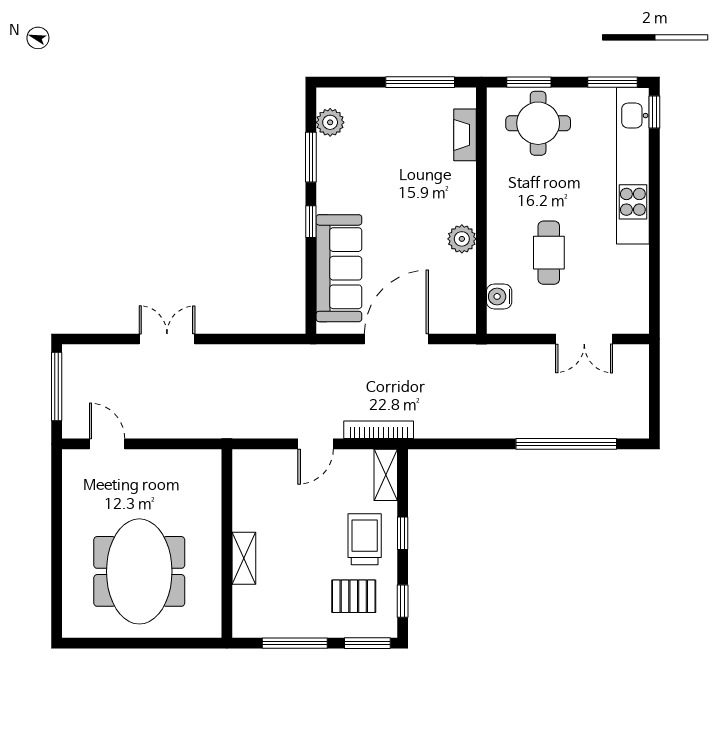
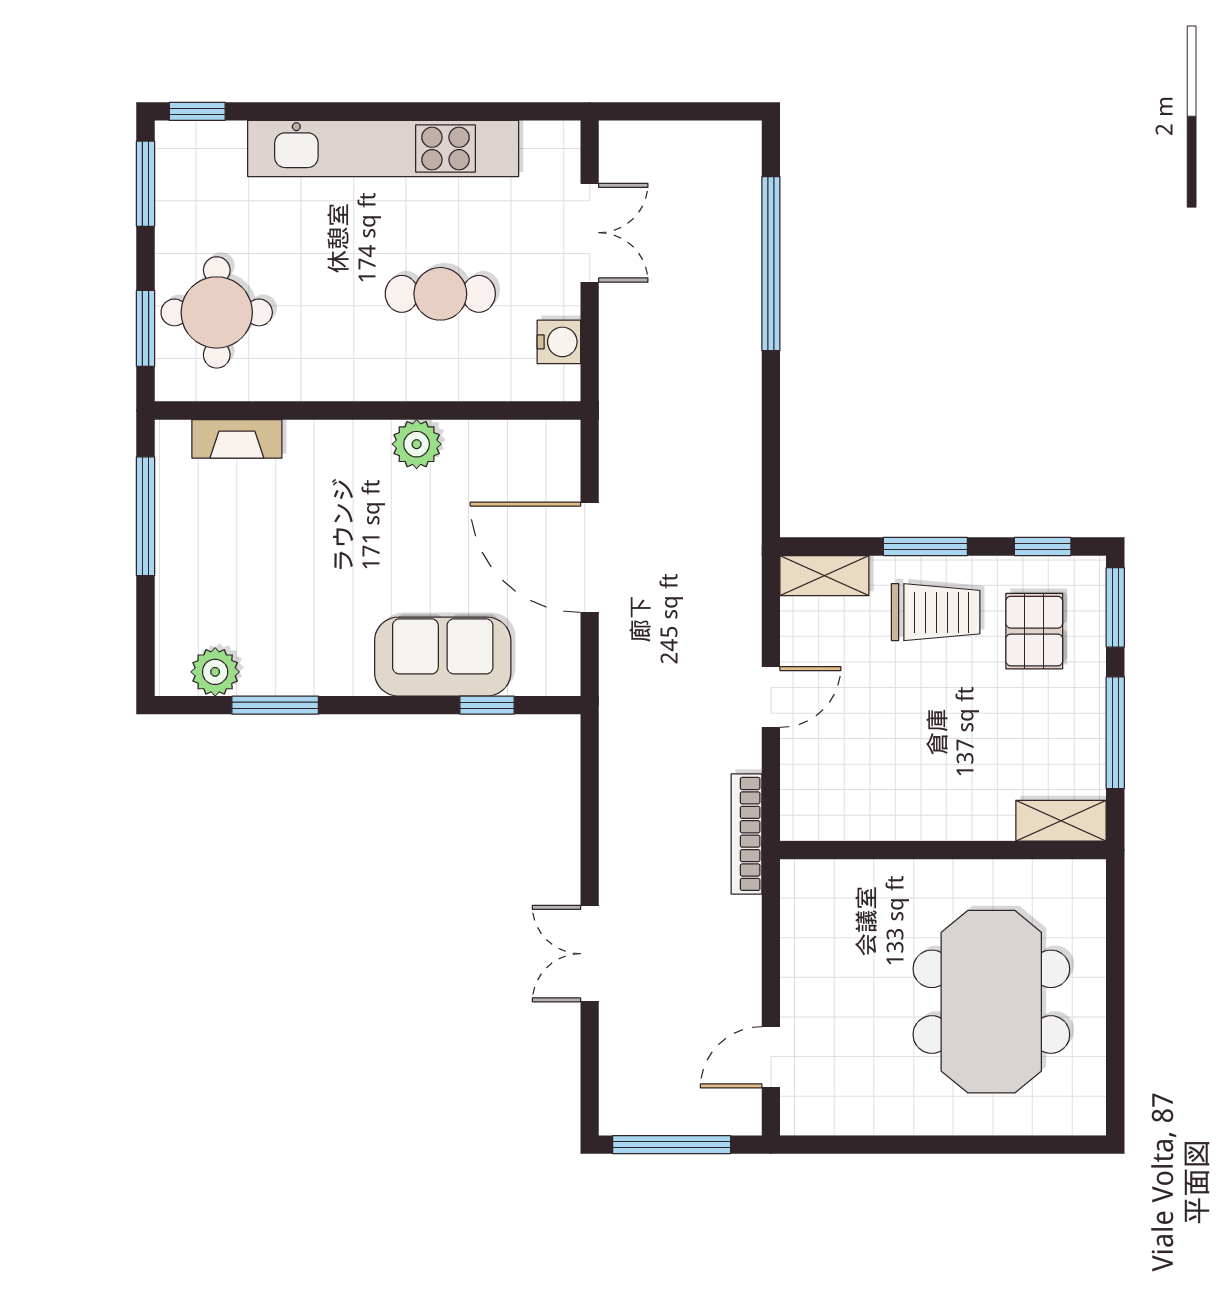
kitchen unit: (633, 166) -> (383, 148), moved
window: (311, 222) -> (487, 705), moved
sofa: (339, 268) -> (443, 657), width x0.73
water cooler: (499, 296) -> (559, 342), moved, turned -90
bookcase: (379, 430) -> (746, 834), moved
door: (316, 444) -> (771, 697), hinge flipped
window: (403, 533) -> (925, 546), width x1.50
trolley: (365, 539) -> (936, 612), turned 180
shelving: (244, 558) -> (1061, 821), moved
meeting table: (139, 571) -> (991, 1002), turned 90

